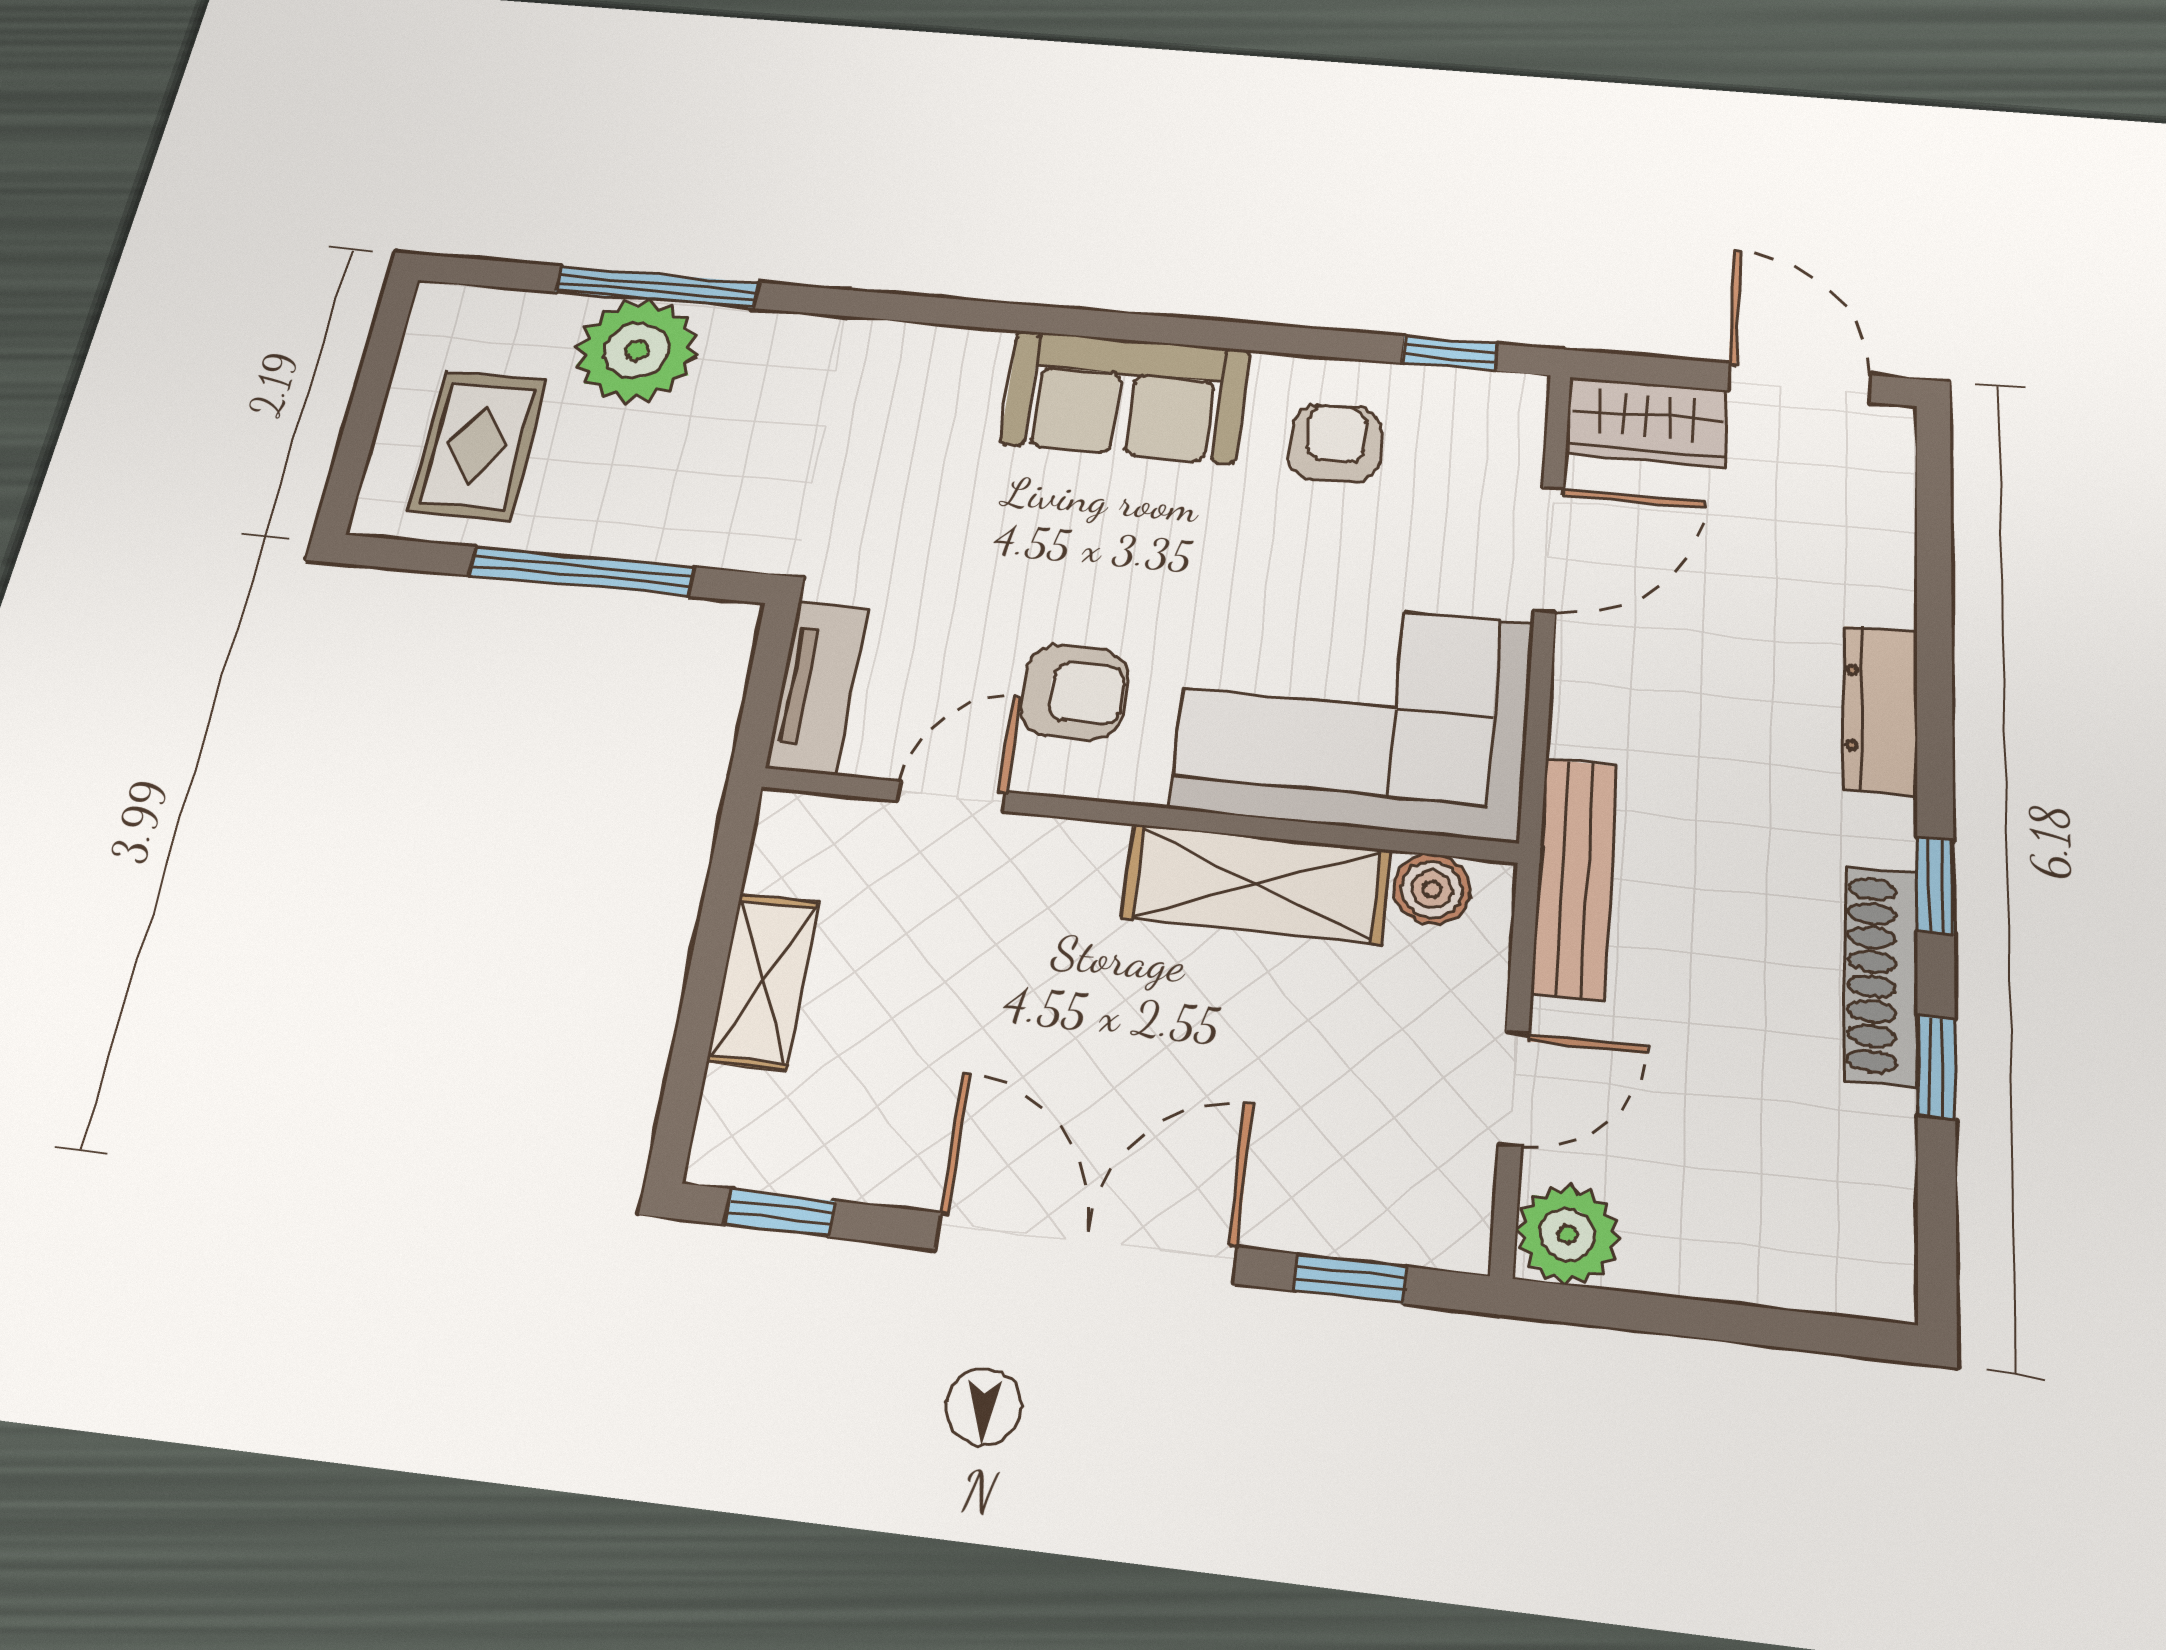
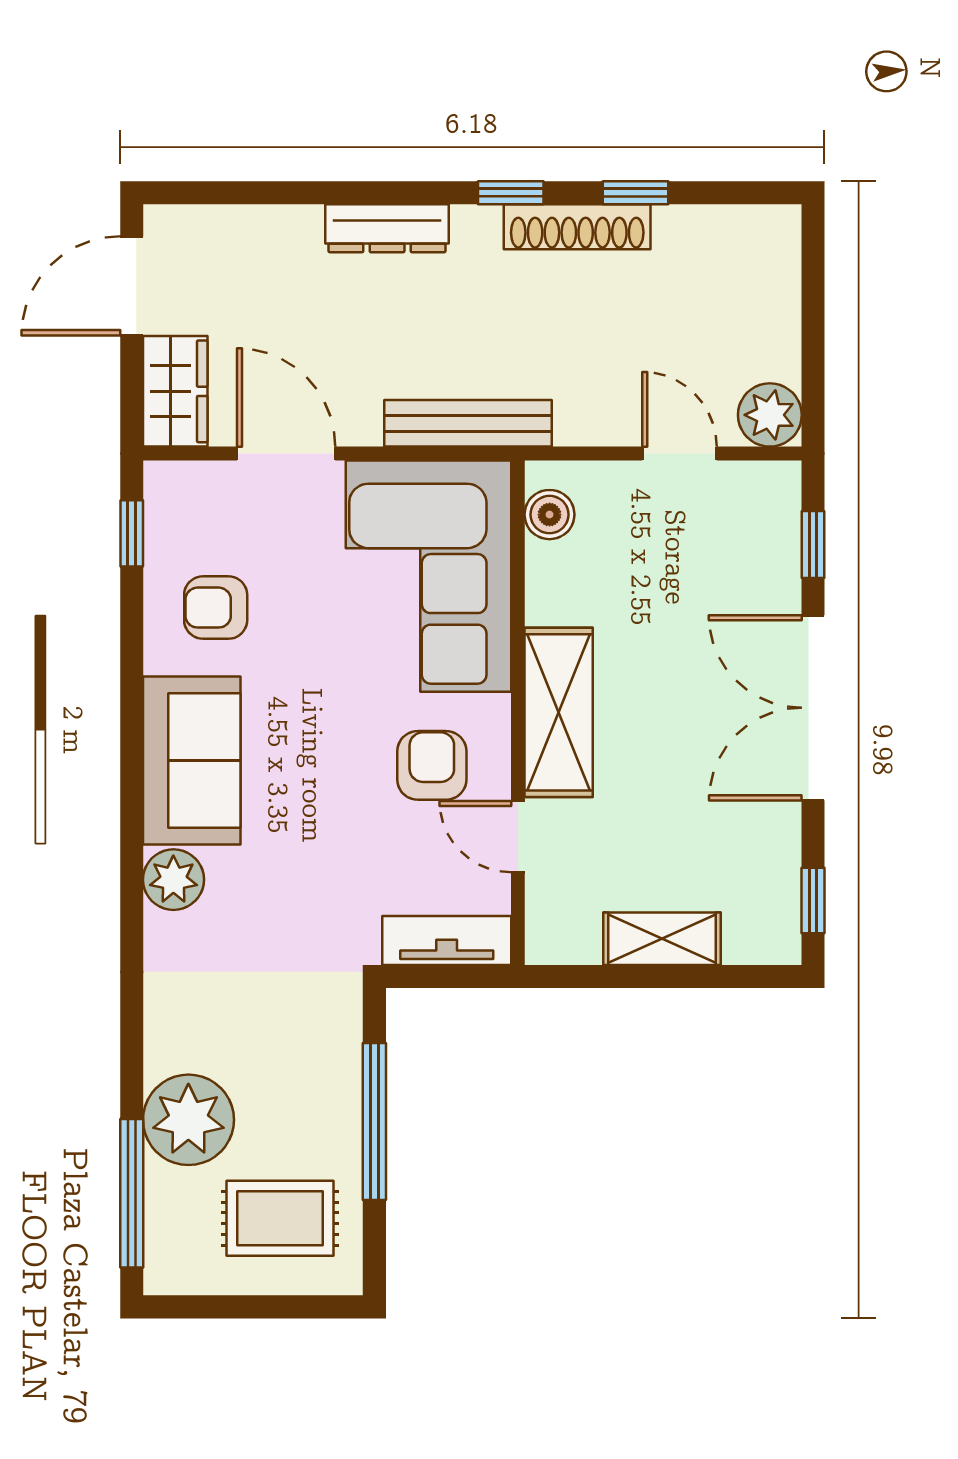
window: (657, 287) -> (132, 1193), moved
plant: (965, 361) -> (173, 880), added
bench: (1575, 878) -> (468, 423), moved
shelving: (1256, 884) -> (559, 712), moved

